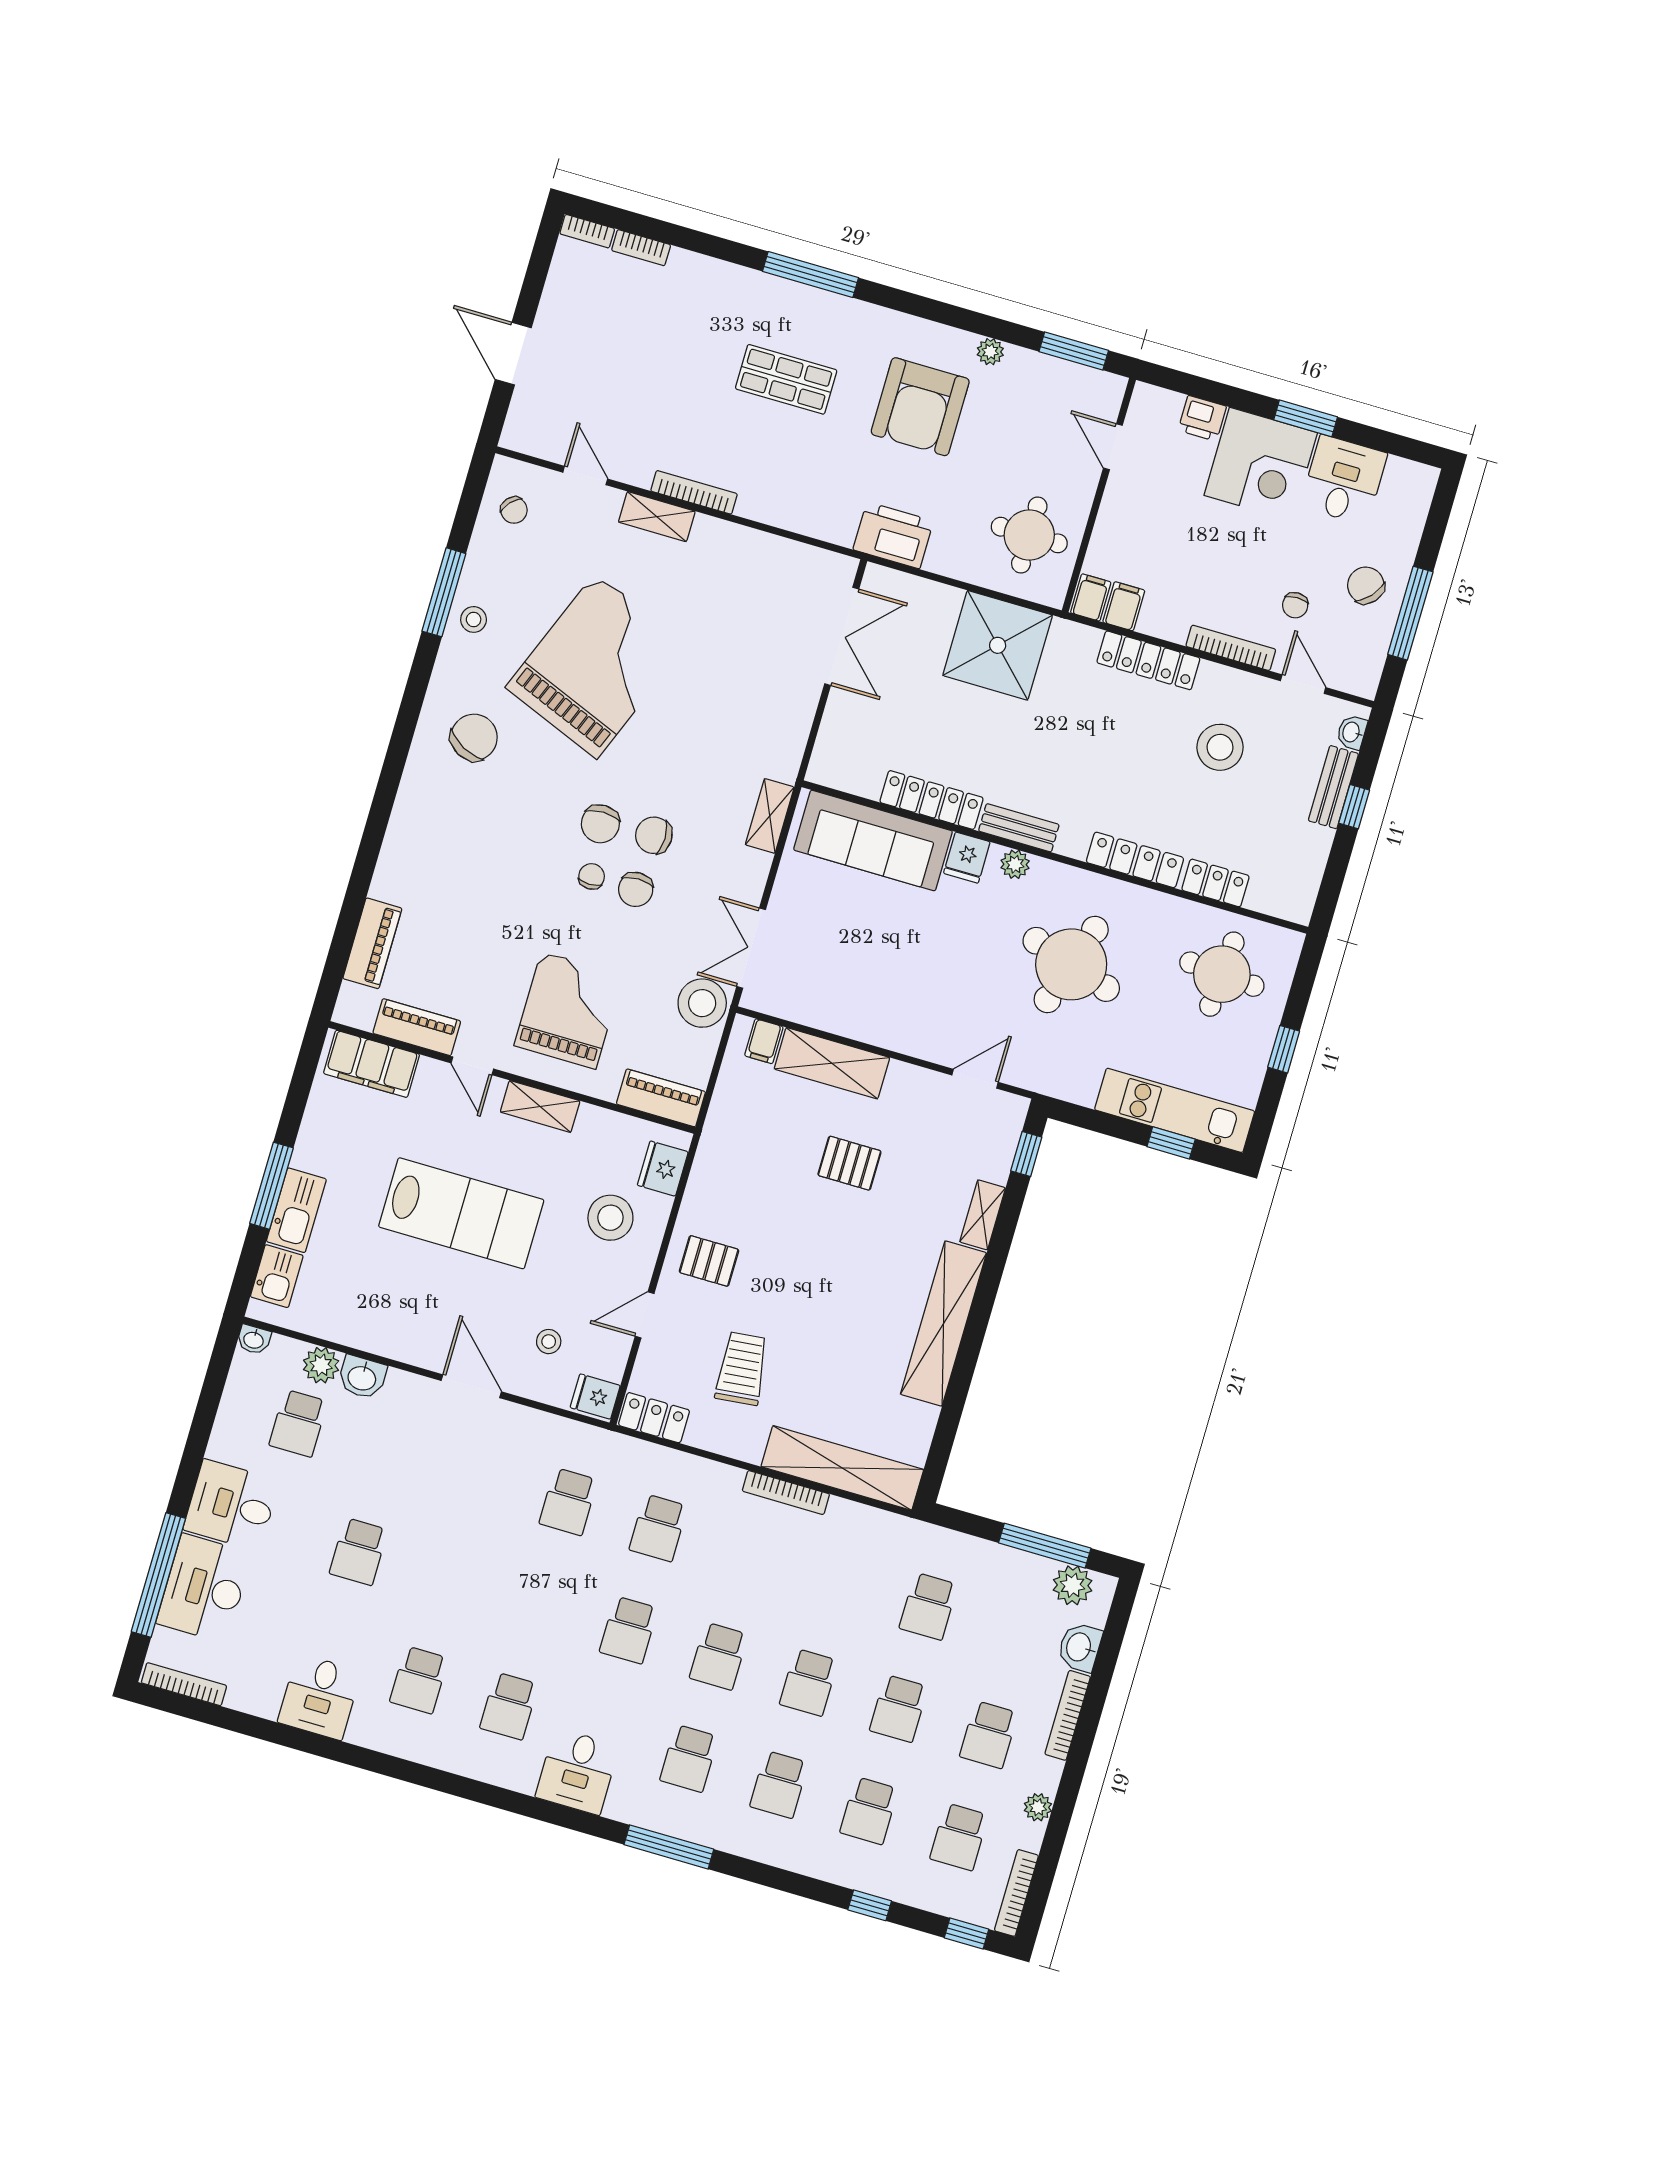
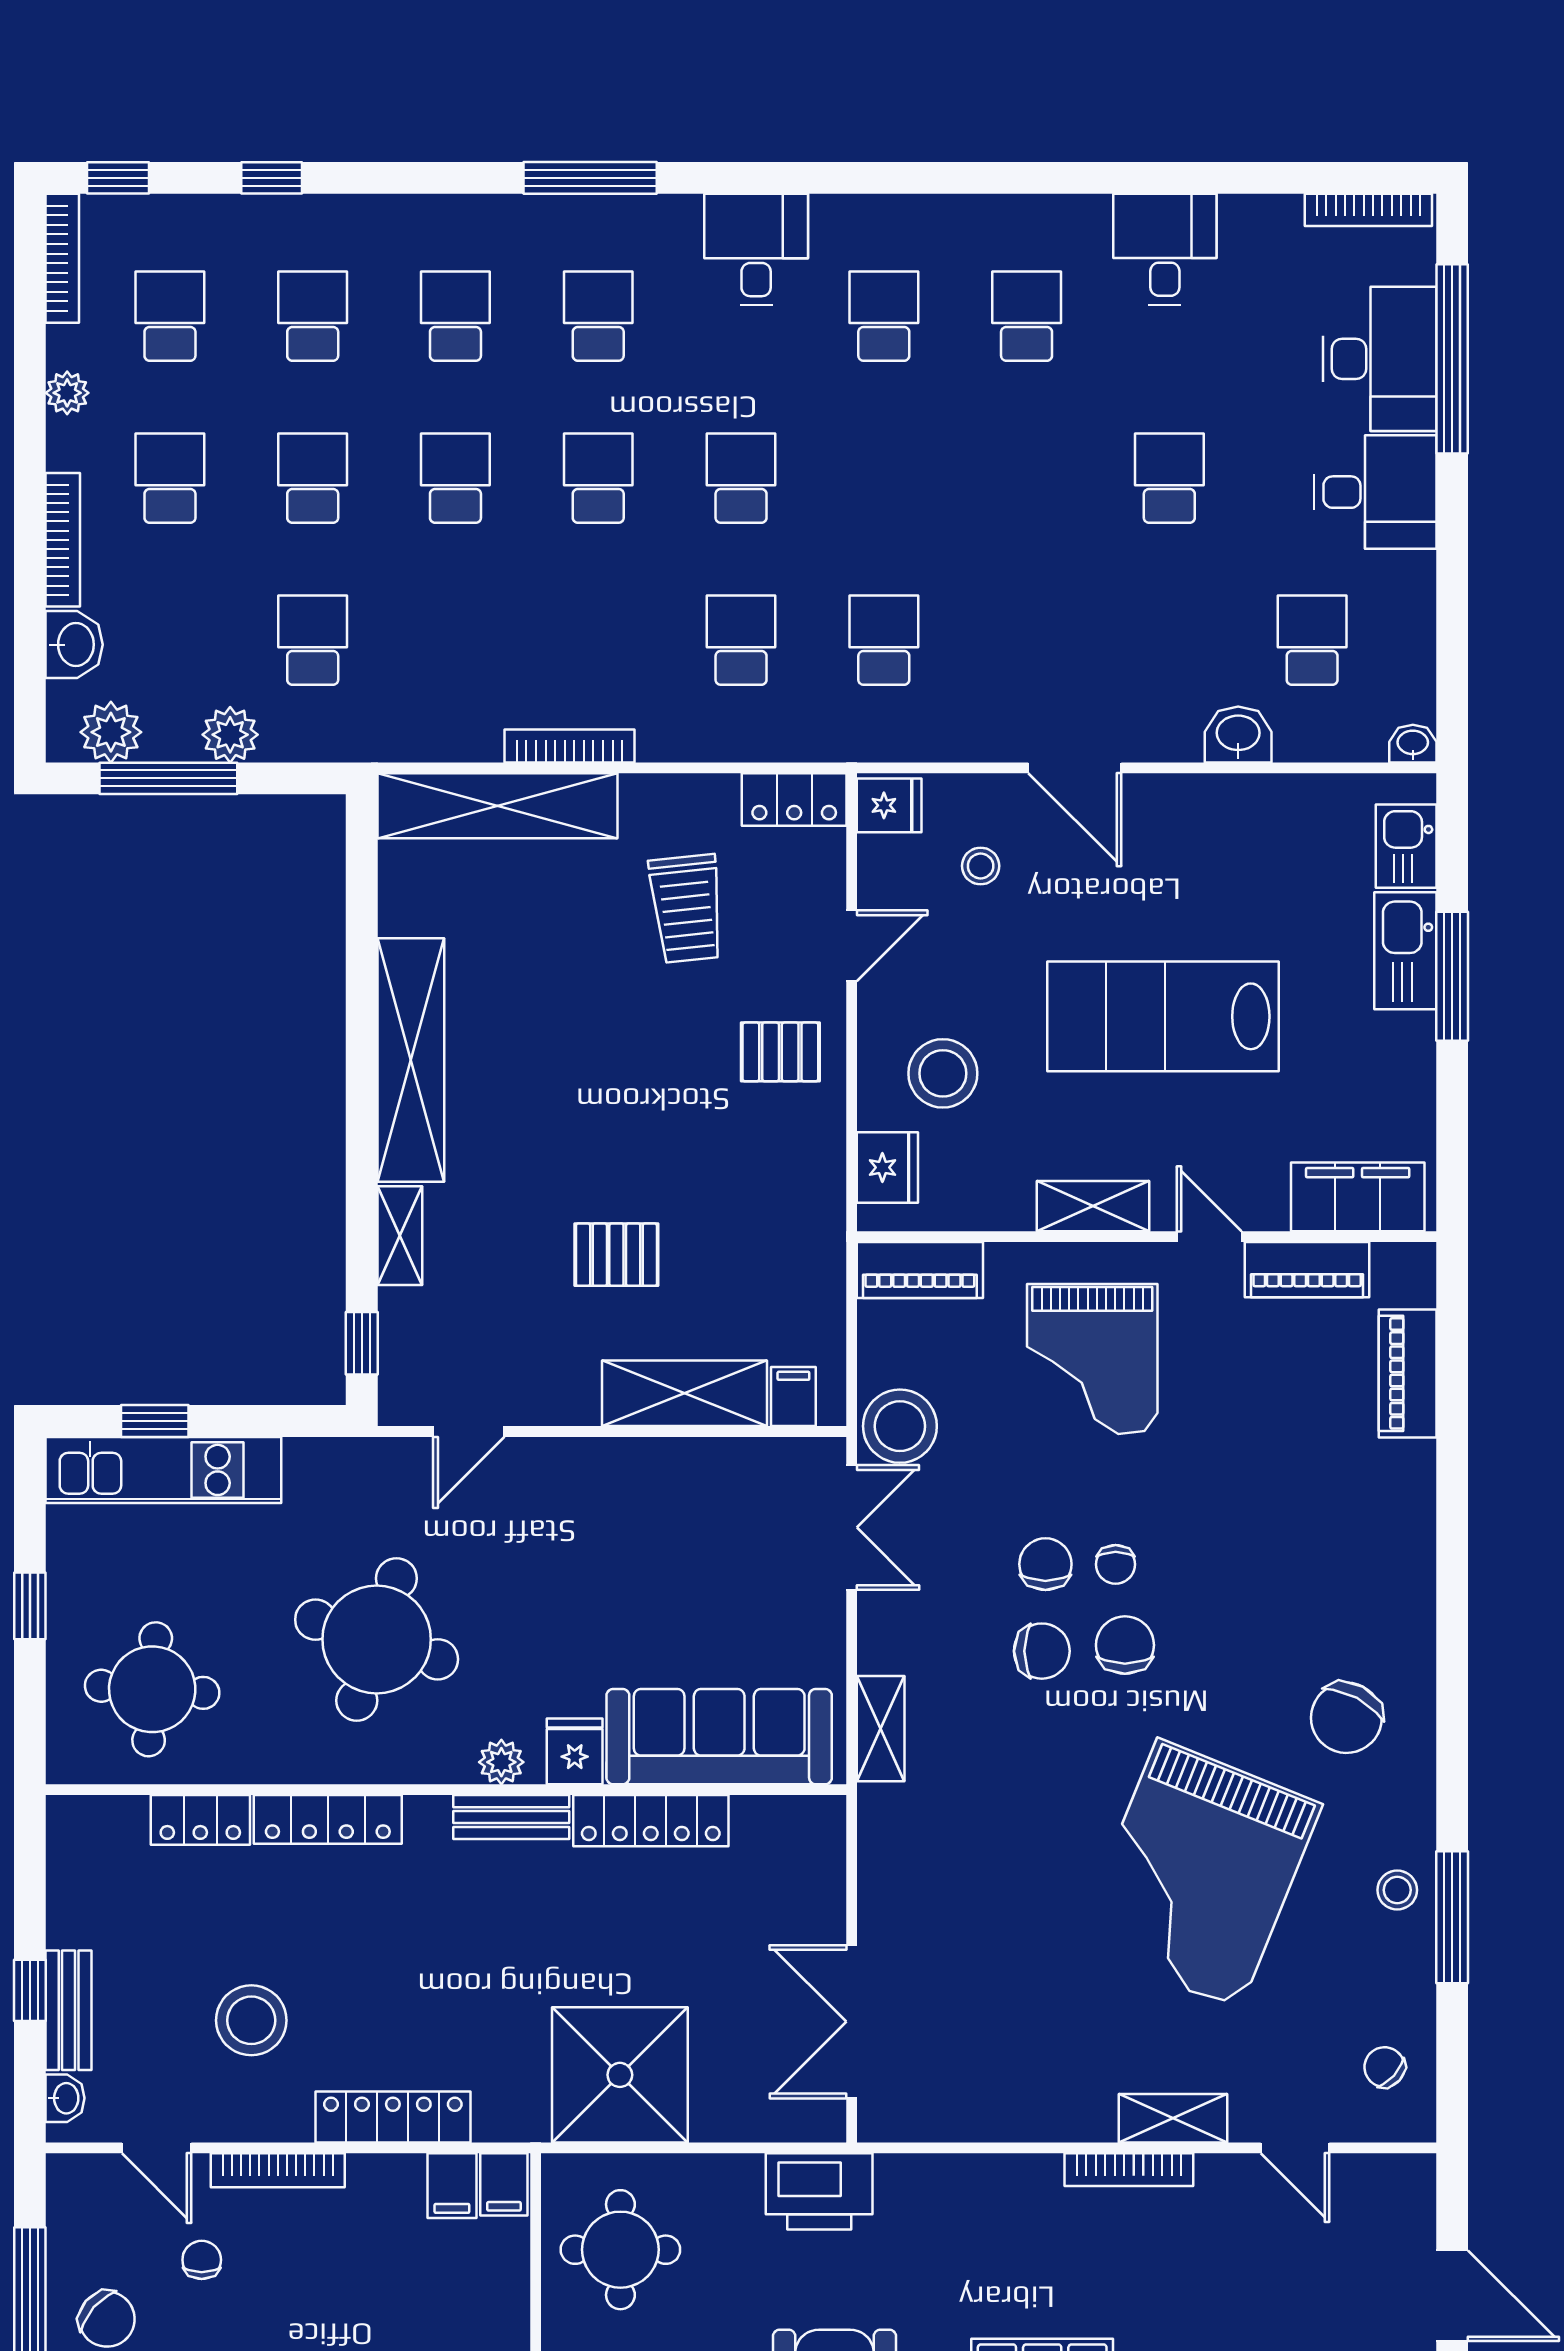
plant: (321, 1365) -> (230, 735), moved

